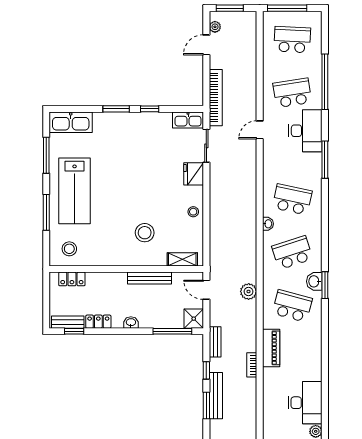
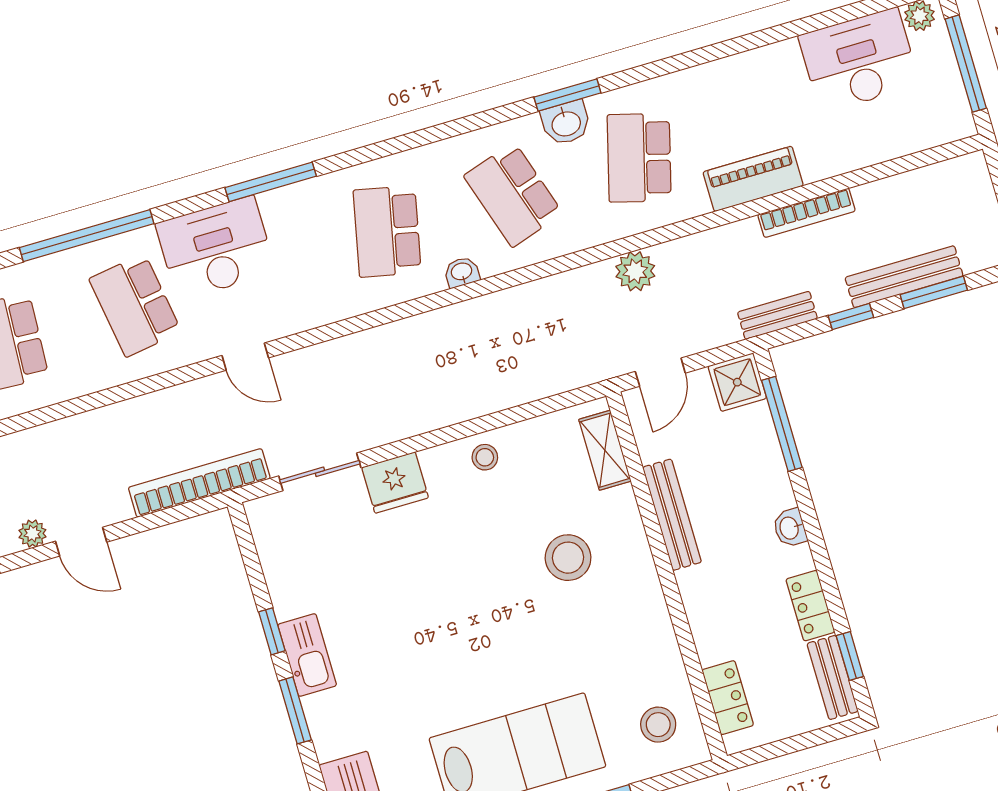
kitchen sink: (188, 120) -> (307, 655), moved
bookcase: (252, 365) -> (807, 213), width x1.56

